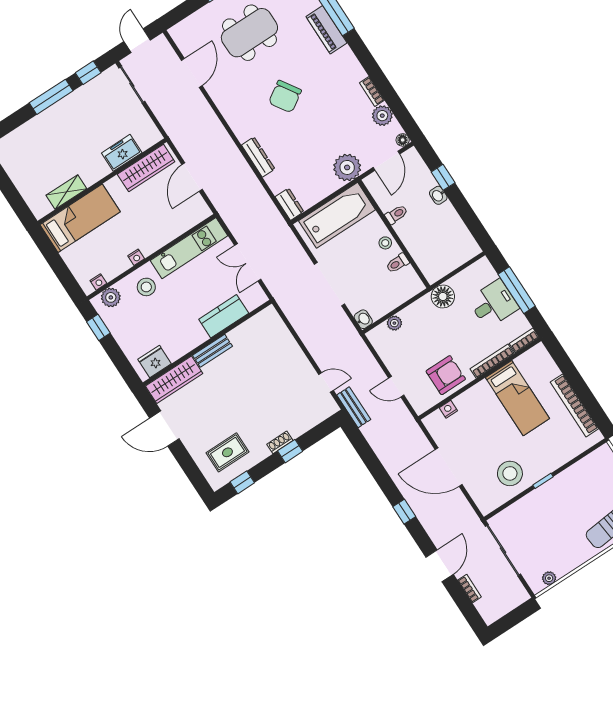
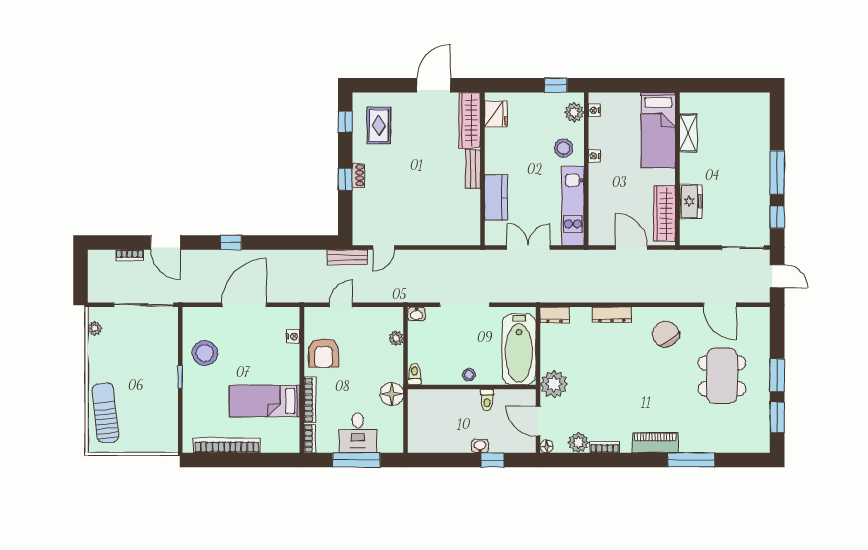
piano: (326, 30) -> (655, 443), moved
chair: (285, 97) -> (666, 334), moved
toilet: (398, 263) -> (414, 374), moved

